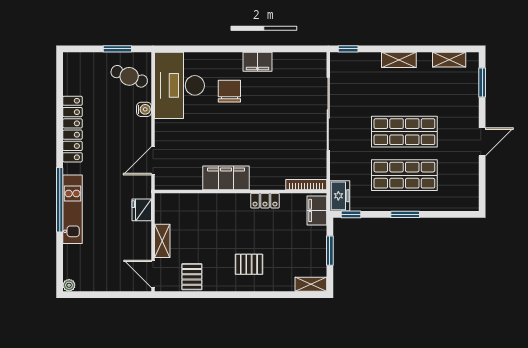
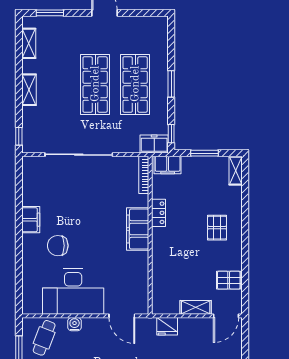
desk: (179, 85) -> (73, 292), moved
filing cabinet: (226, 178) -> (138, 229), moved

